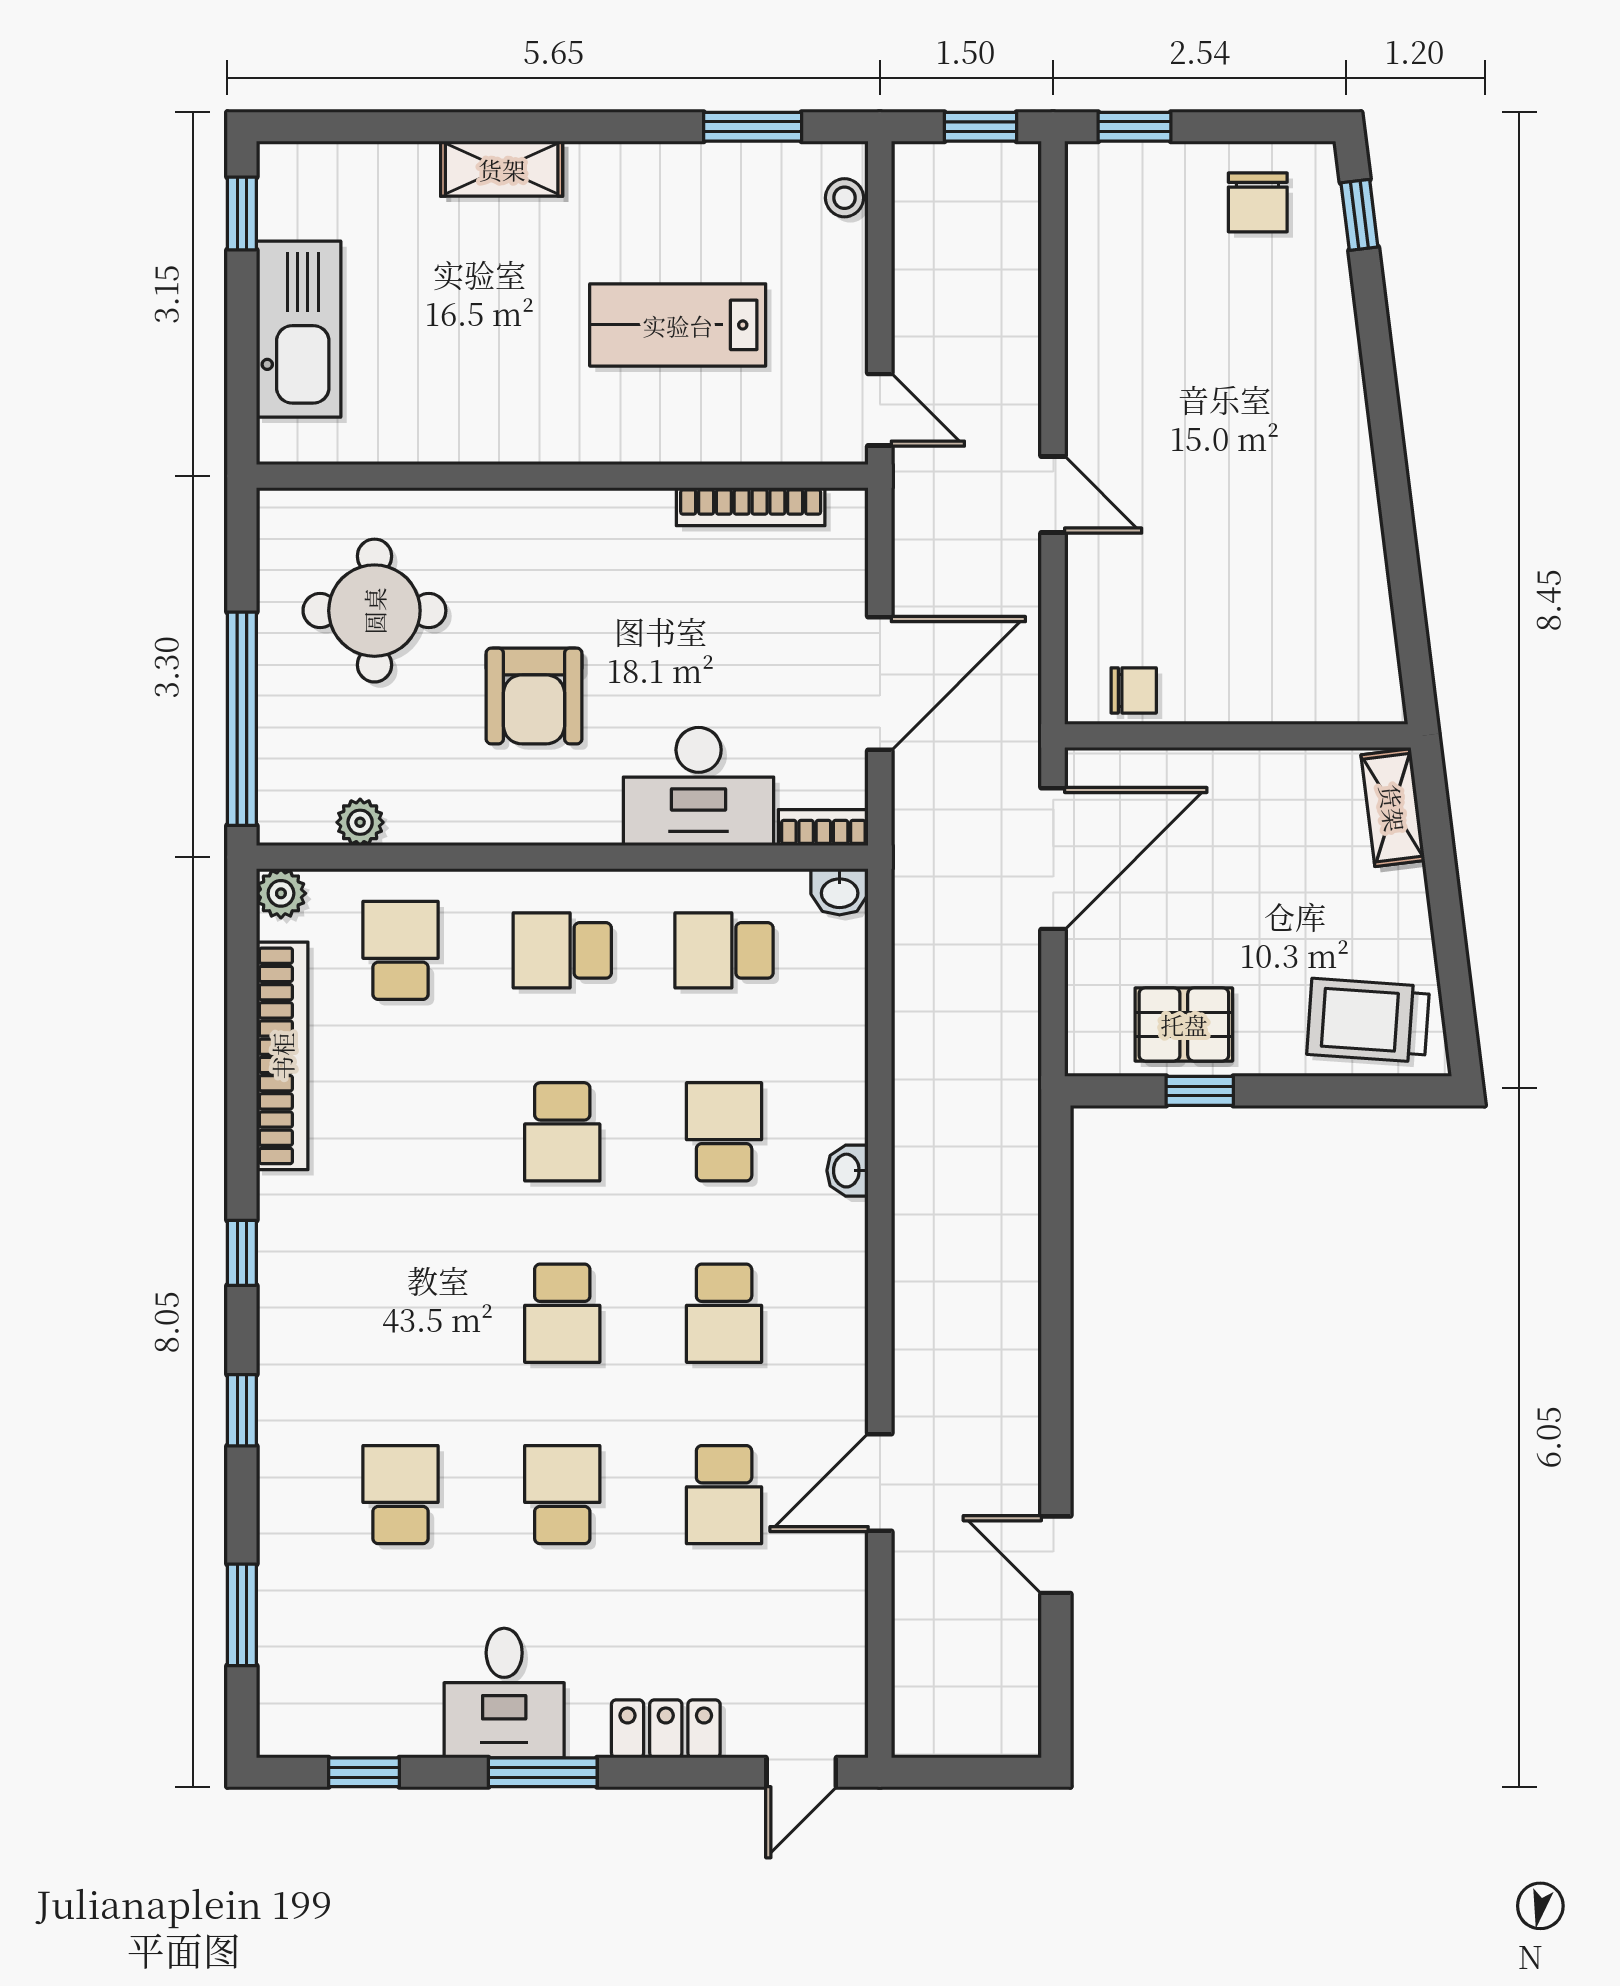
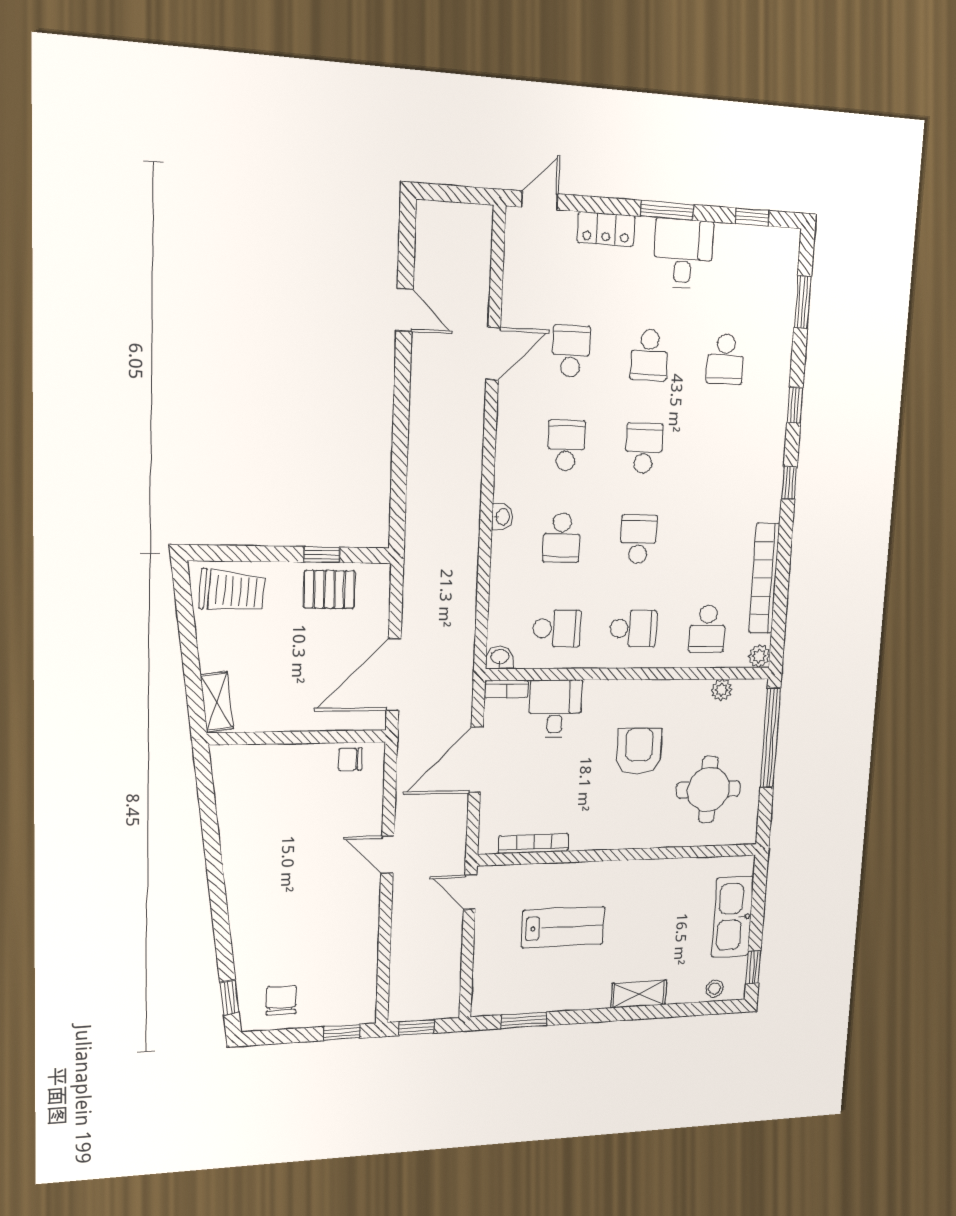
stool: (845, 198) -> (714, 989), moved
desk: (699, 786) -> (555, 709), width x0.73

